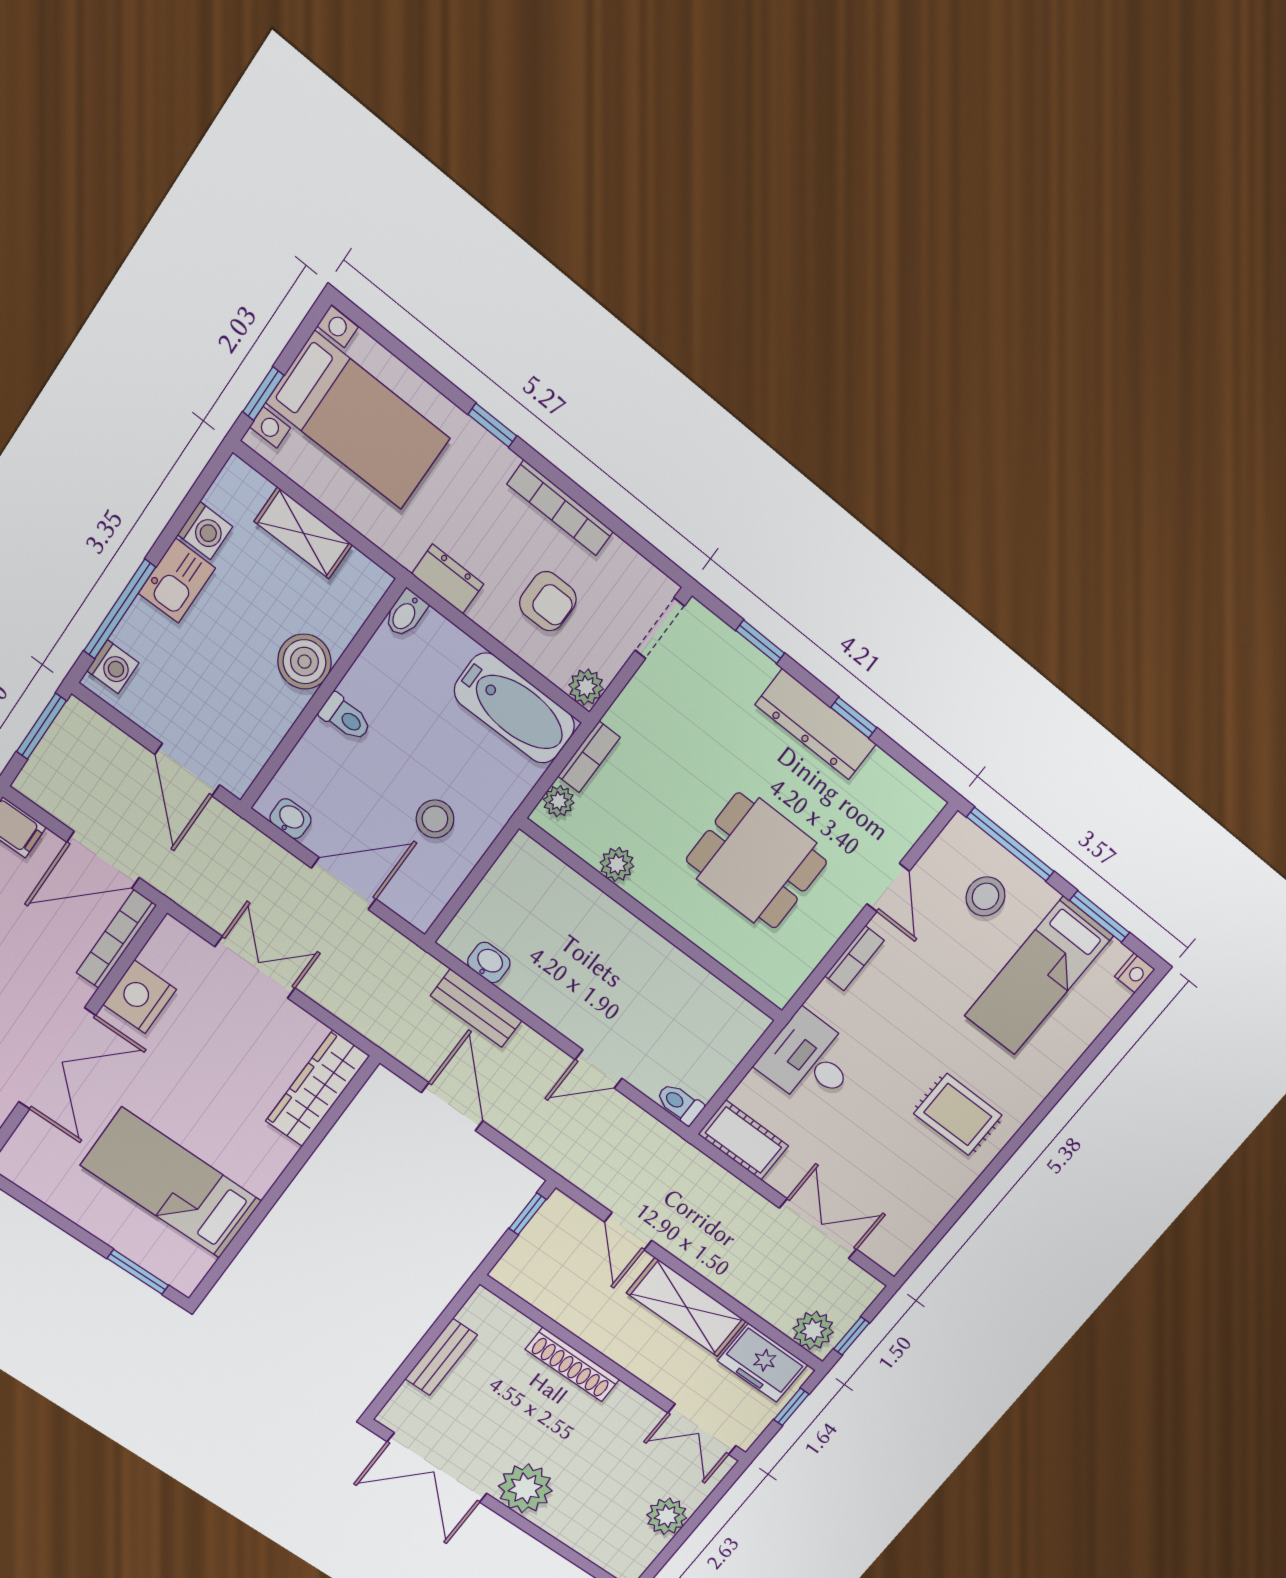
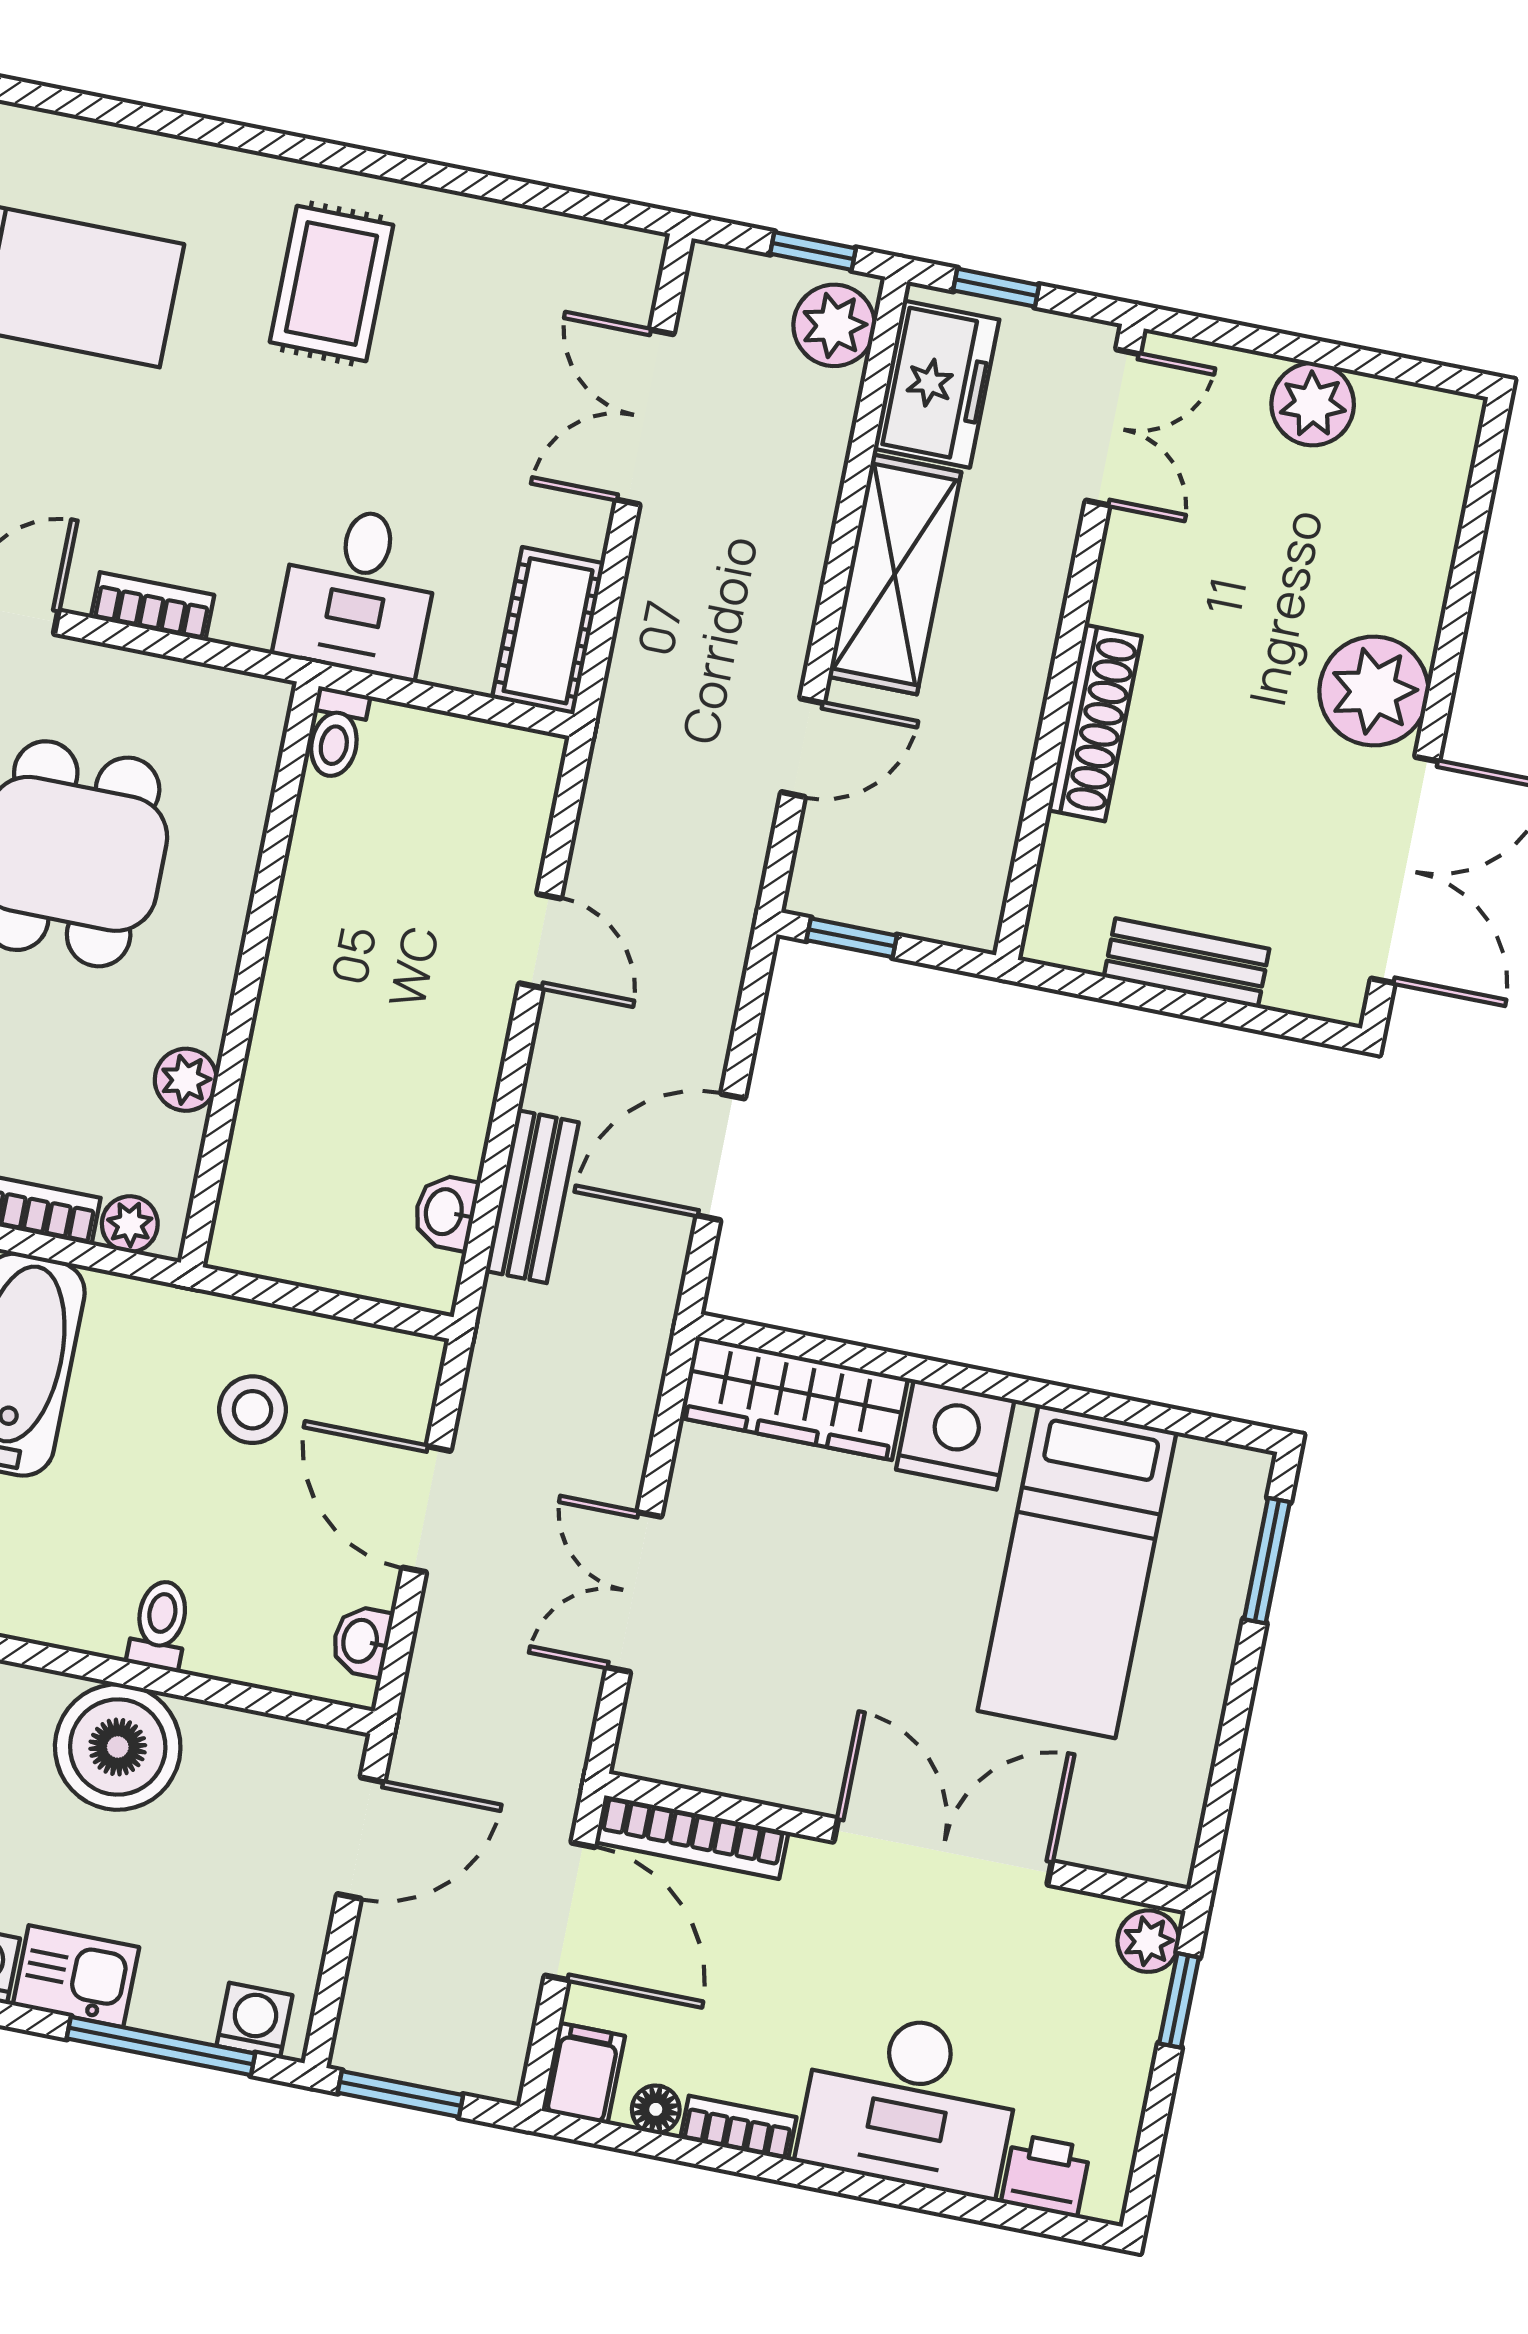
boiler: (304, 662) -> (118, 1747), width x1.37, depth x1.37
nightstand: (140, 997) -> (955, 1435), moved, turned 180
toilet: (680, 1103) -> (336, 733), moved

